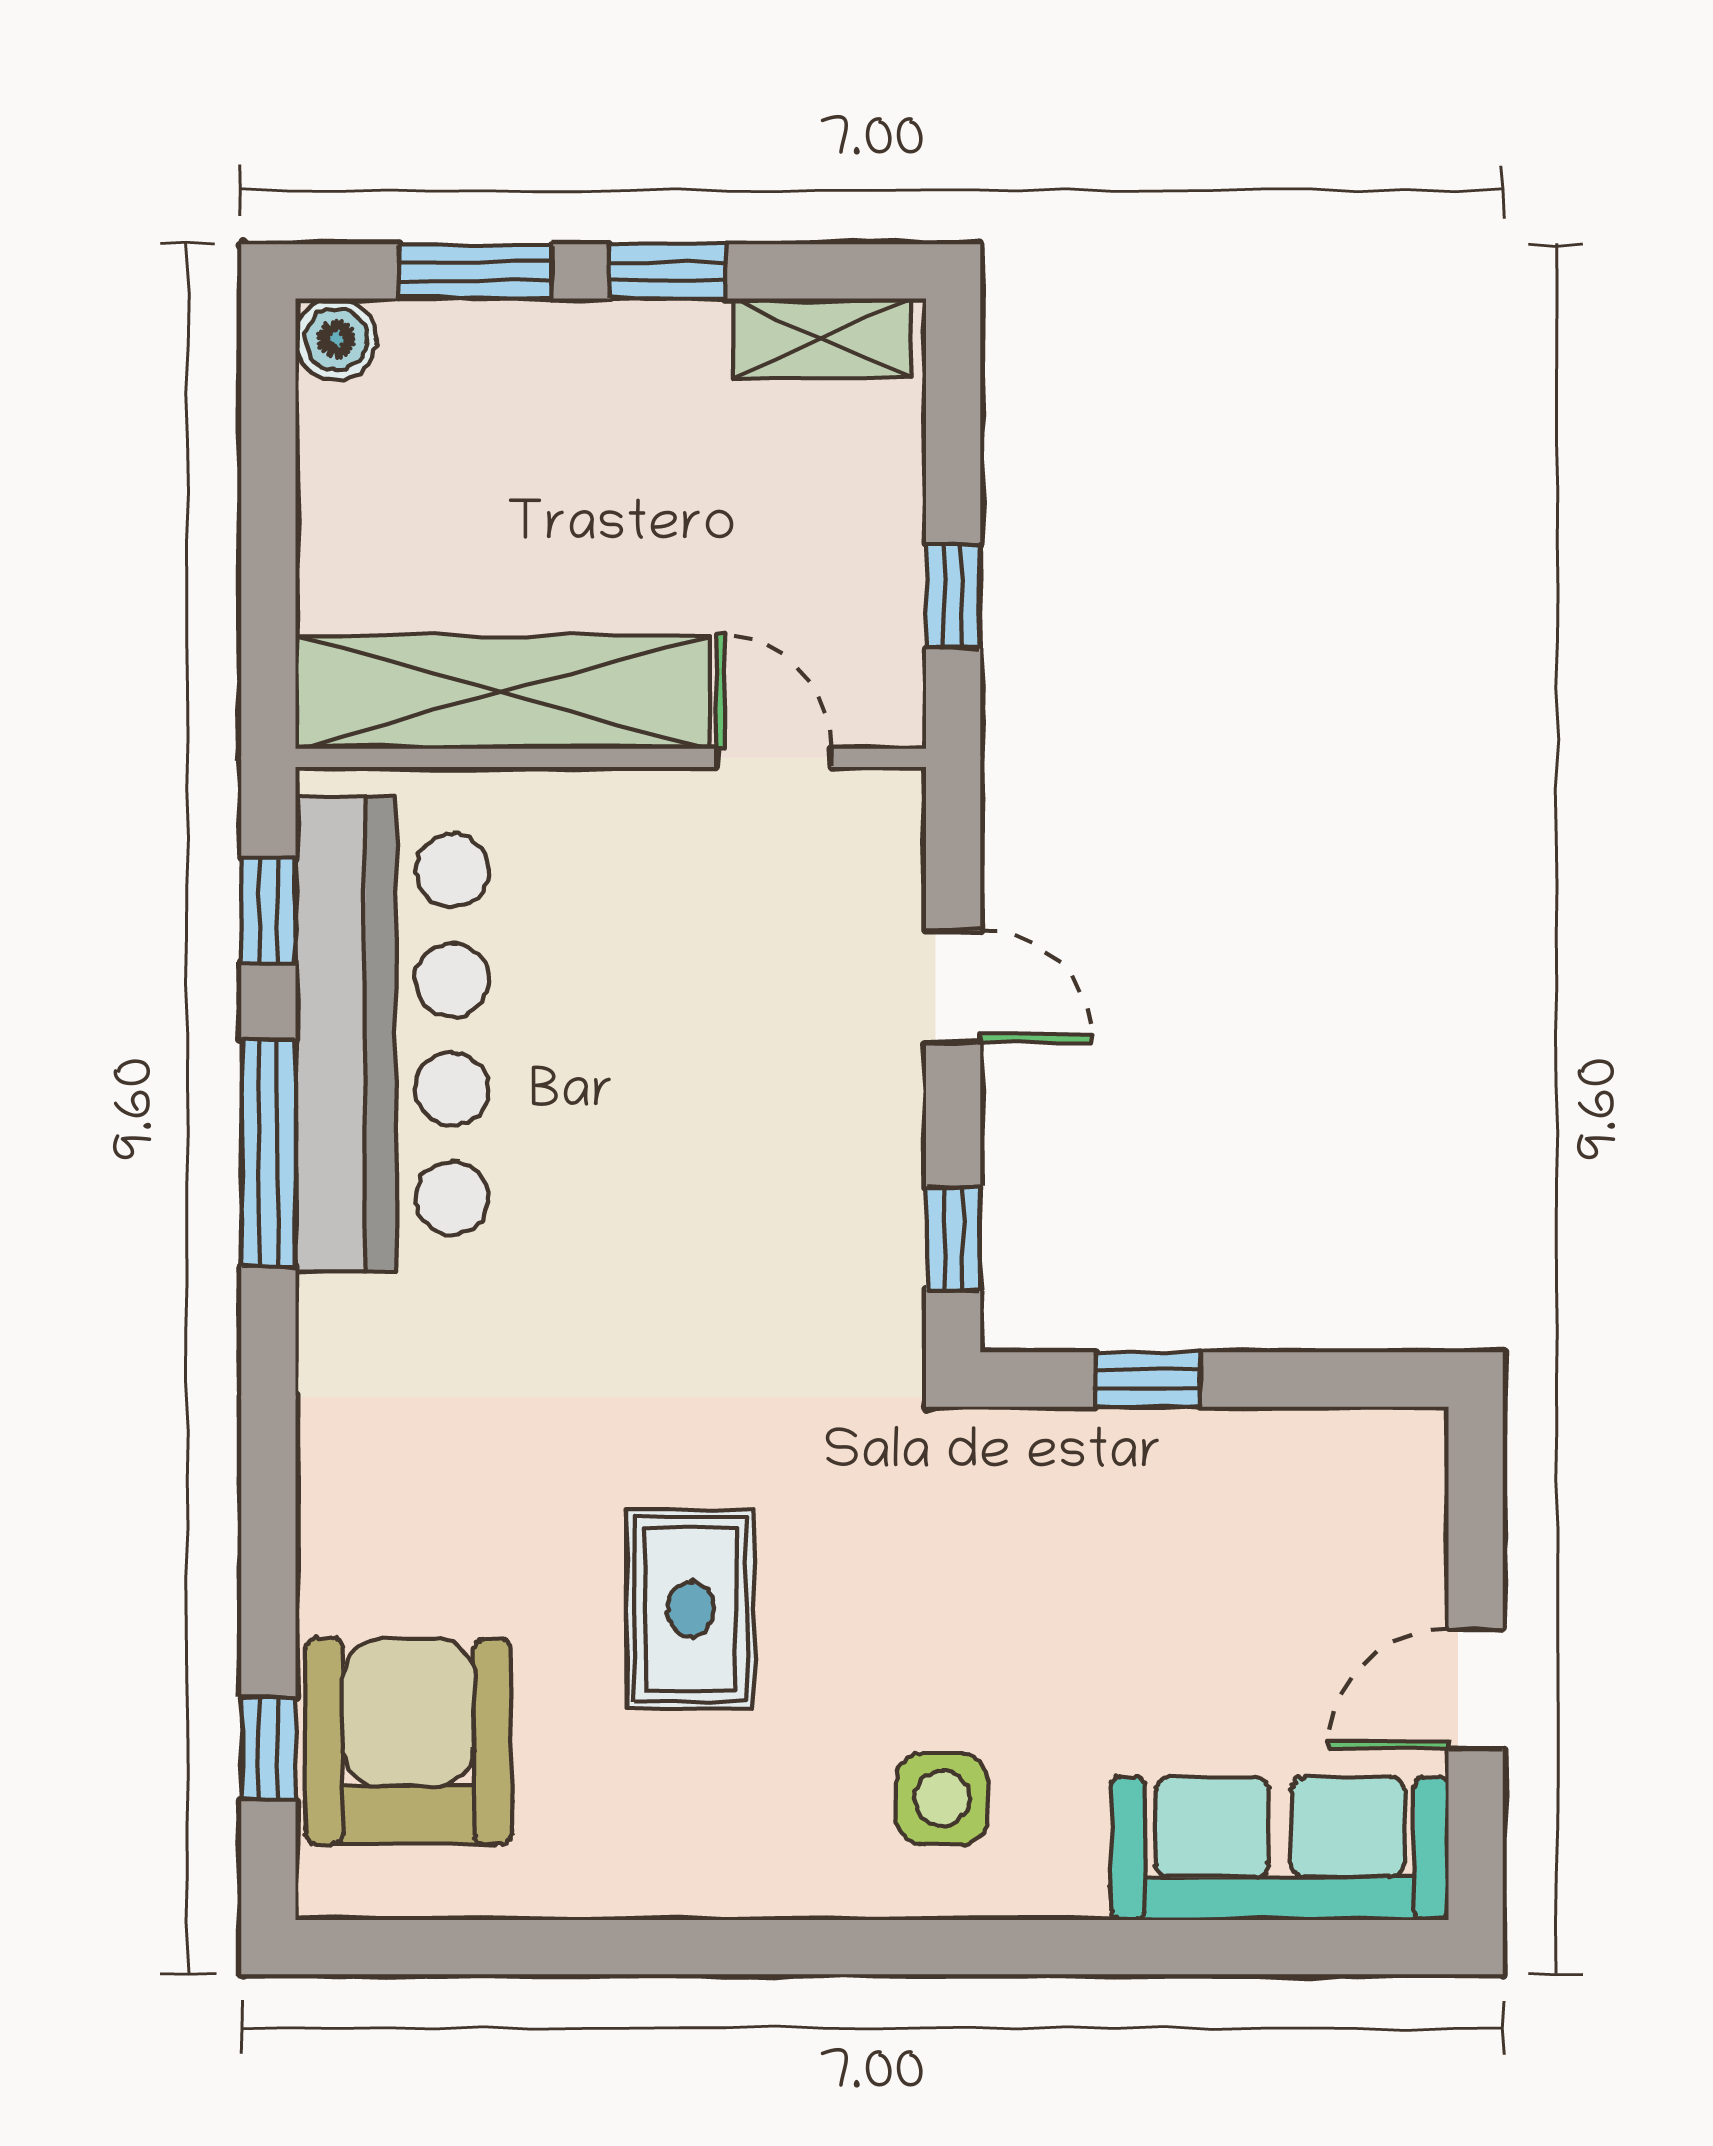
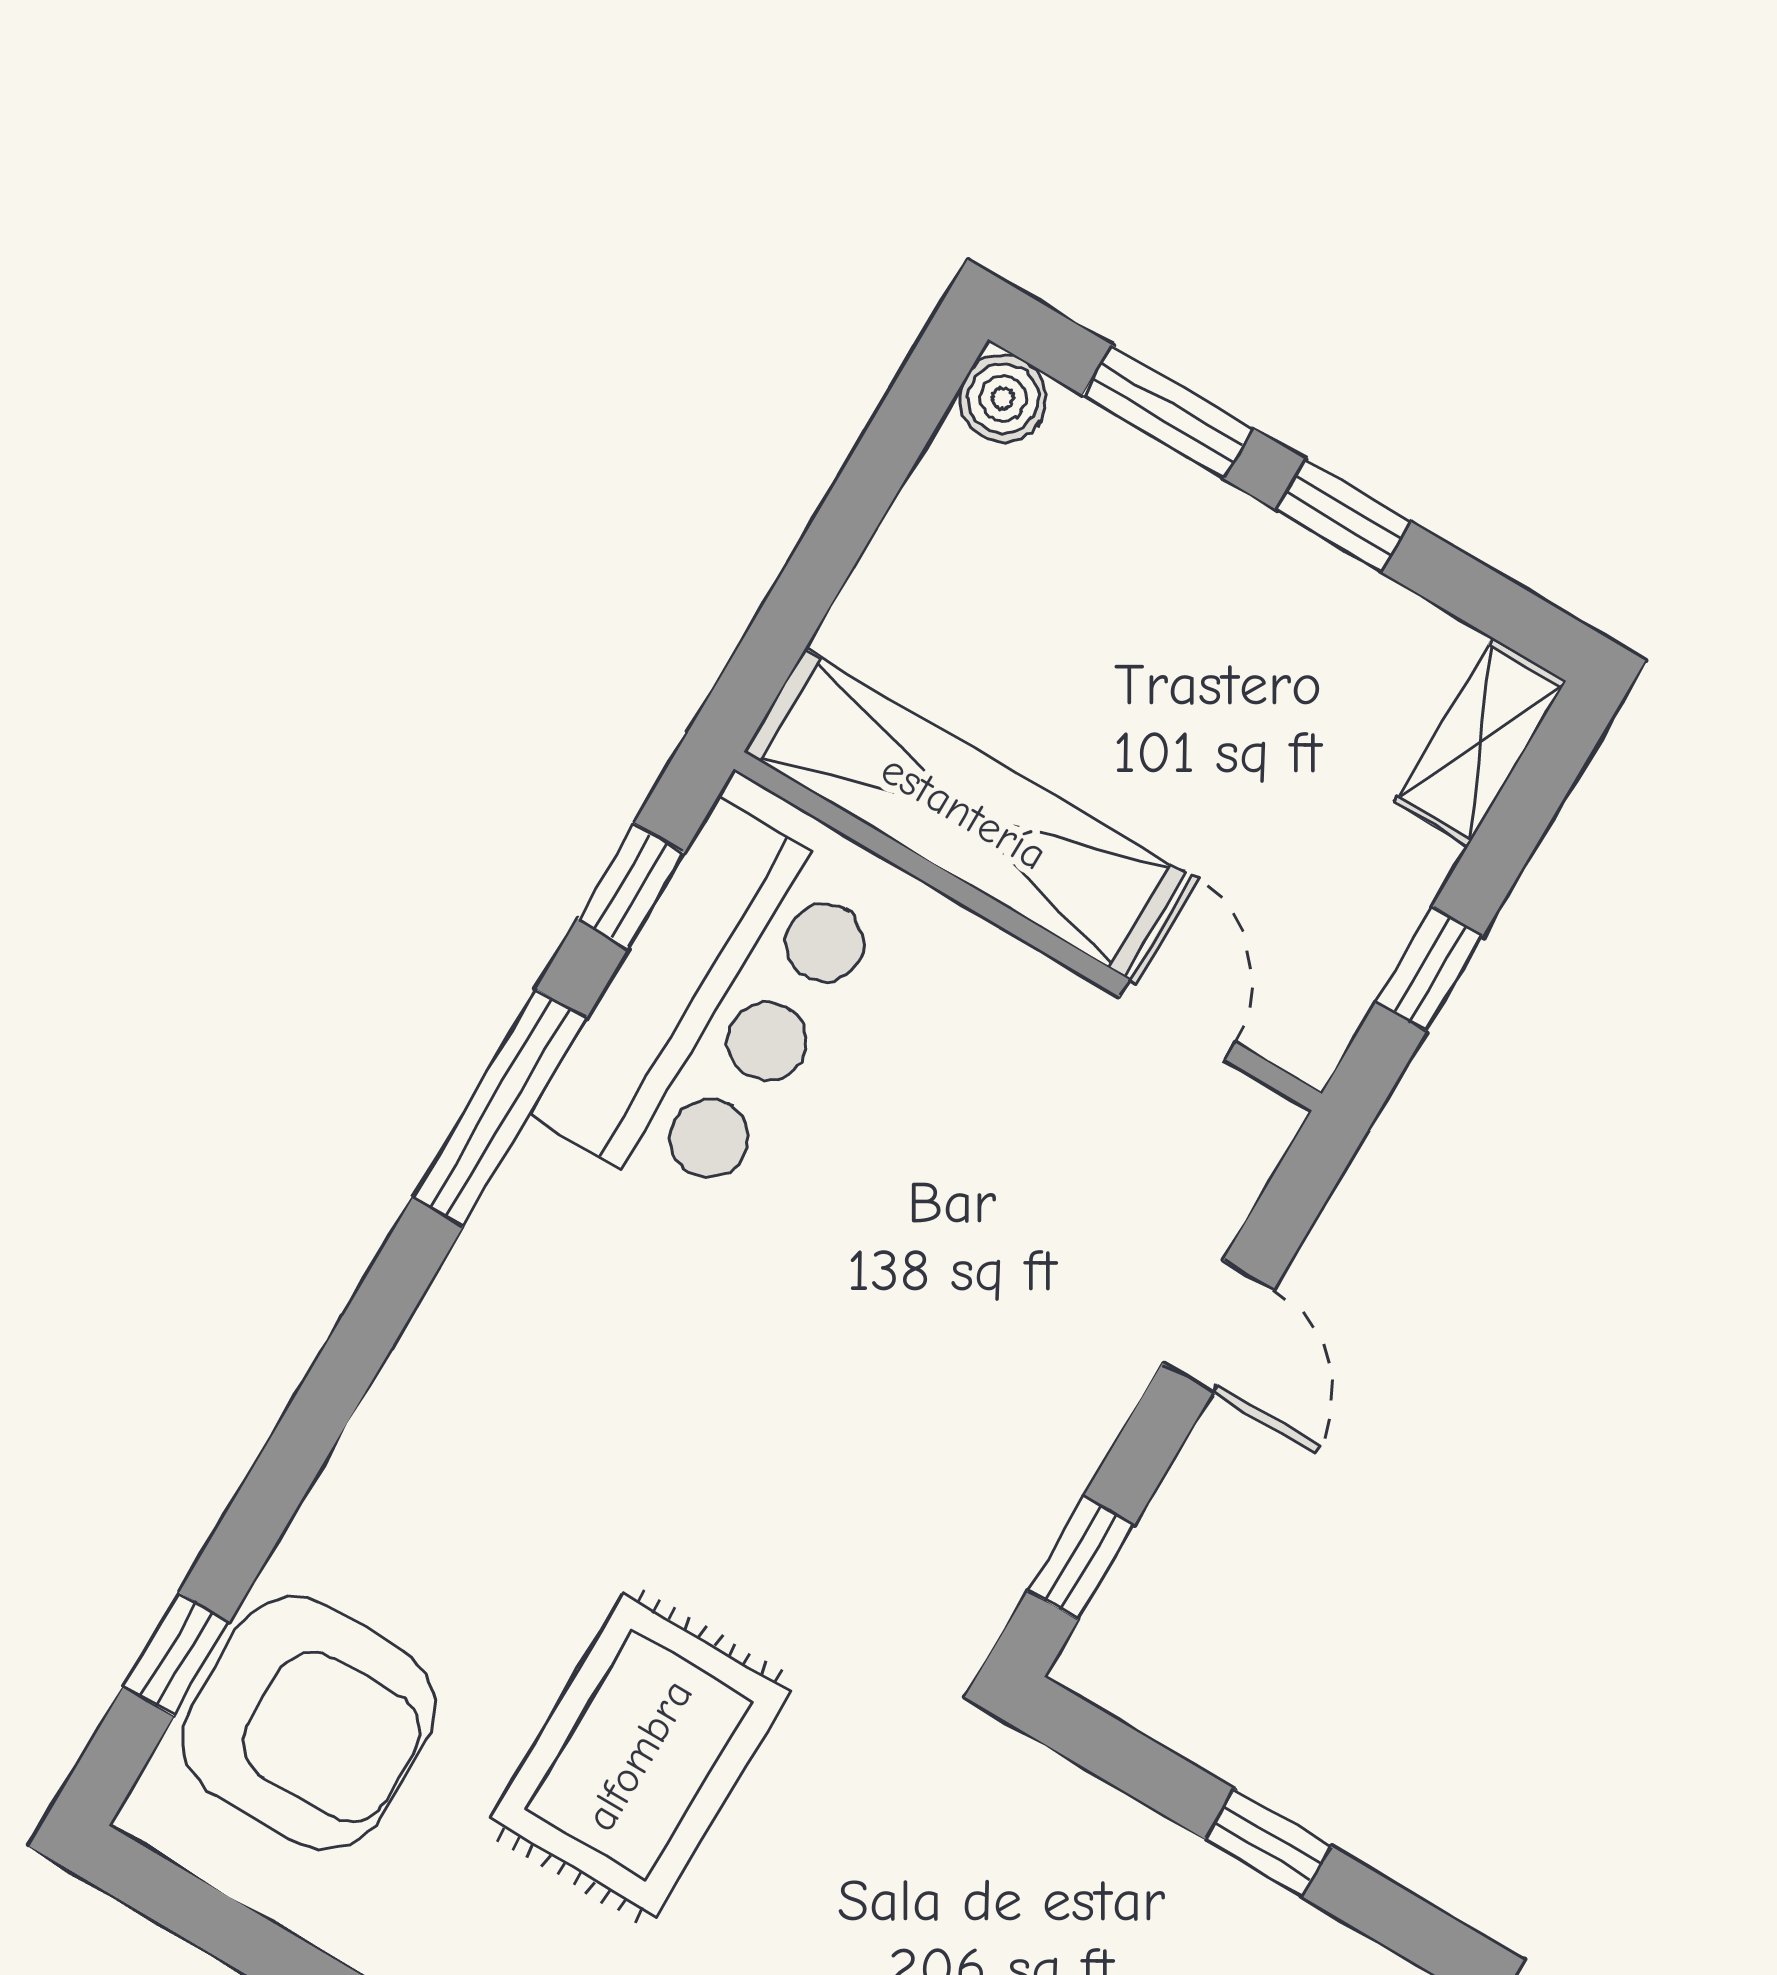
shelving: (822, 339) -> (1480, 742), moved, turned 90
bar counter: (392, 1034) -> (712, 1008), width x0.73
window: (1148, 1379) -> (1268, 1843), moved
rug: (691, 1609) -> (639, 1755), width x1.36, depth x1.43
armchair: (408, 1741) -> (309, 1723), turned 90

